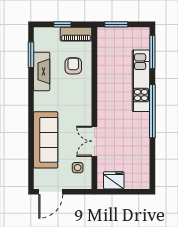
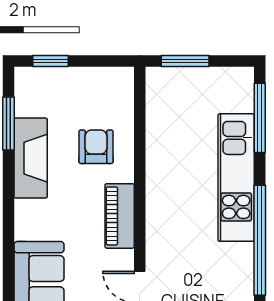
window: (62, 24) -> (51, 61), moved
piano: (76, 34) -> (120, 216), moved, turned 90

